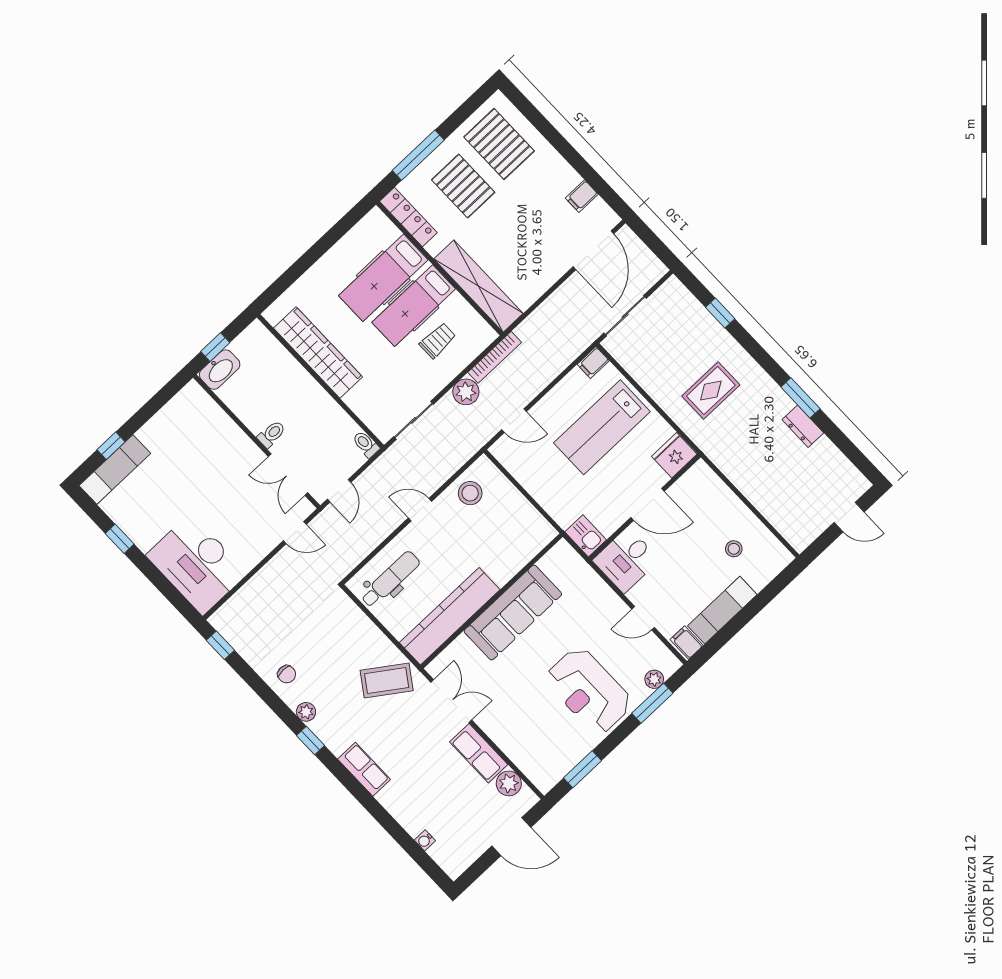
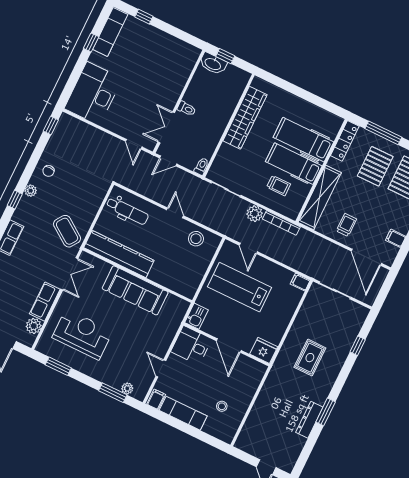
door: (593, 250) -> (366, 257), hinge flipped
trolley: (534, 262) -> (346, 225), added
rug: (711, 391) -> (310, 358), turned 90
dresser: (803, 426) -> (309, 420), width x1.44
lab bench: (602, 427) -> (240, 287), moved
exam couch: (115, 470) -> (110, 32), moved, turned -90
reception desk: (589, 691) -> (82, 334), moved, turned 90

